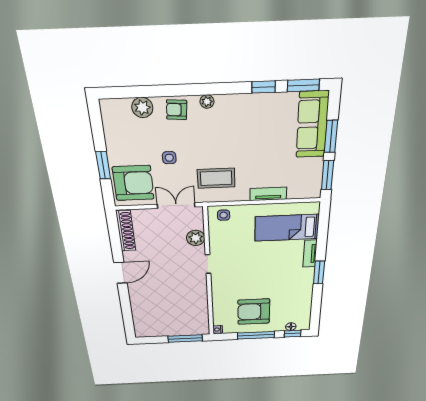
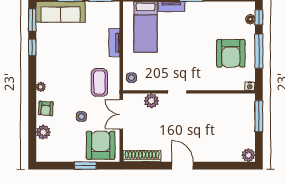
plant: (142, 332) -> (248, 155), added

